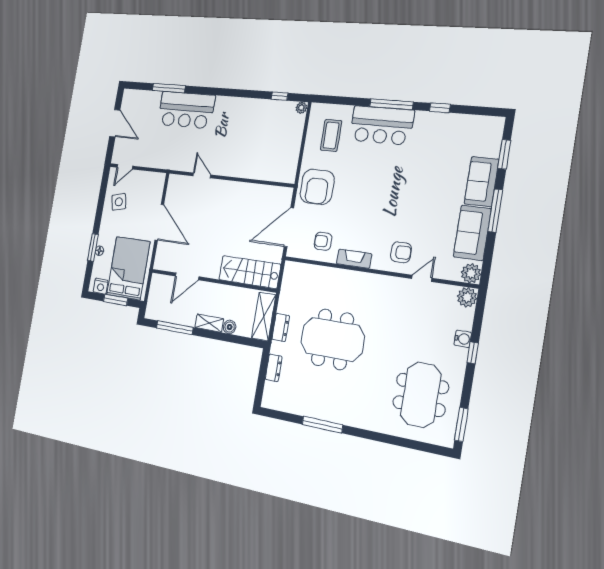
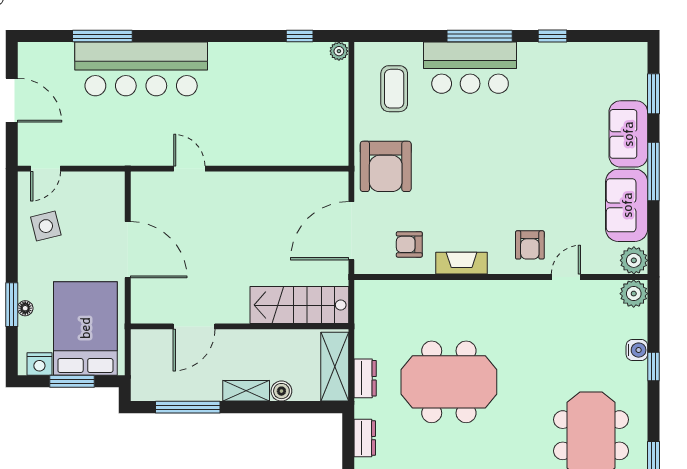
bar counter: (186, 110) -> (141, 69), width x1.36
armchair: (401, 252) -> (530, 245), turned 90

